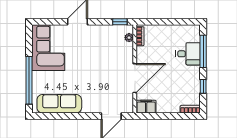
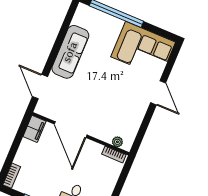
window: (120, 22) -> (139, 139), removed
sofa: (59, 104) -> (70, 52), moved

